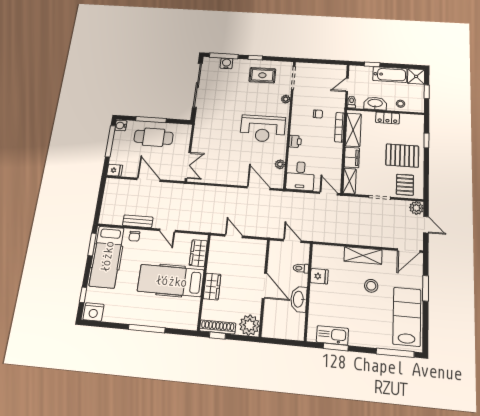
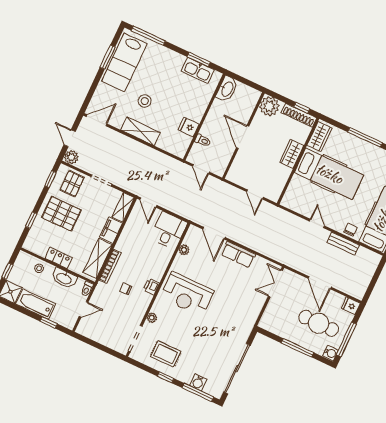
reception desk: (263, 129) -> (187, 294), turned 180
cafe table: (154, 137) -> (319, 323), moved
printer: (295, 141) -> (151, 287), moved
row of seats: (230, 178) -> (238, 255), added
window: (426, 182) -> (50, 179), added
wardrobe: (198, 253) -> (319, 137), moved
window: (426, 288) -> (108, 57), moved
washbasin: (299, 299) -> (227, 89), moved

